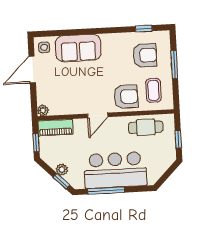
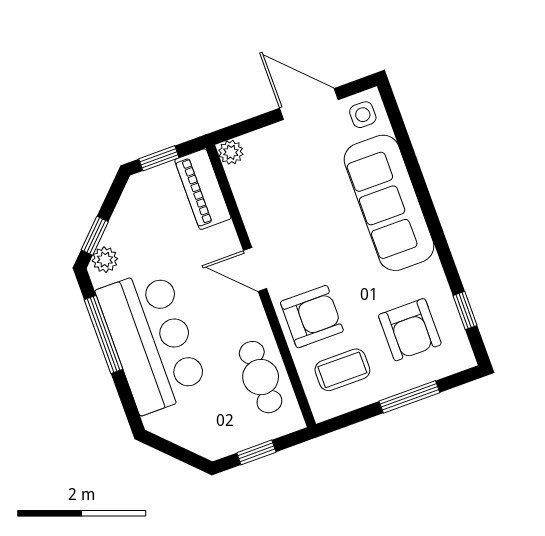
sofa: (78, 48) -> (389, 203), width x1.36
armchair: (126, 97) -> (312, 317), turned -90
plant: (62, 170) -> (105, 260), moved

